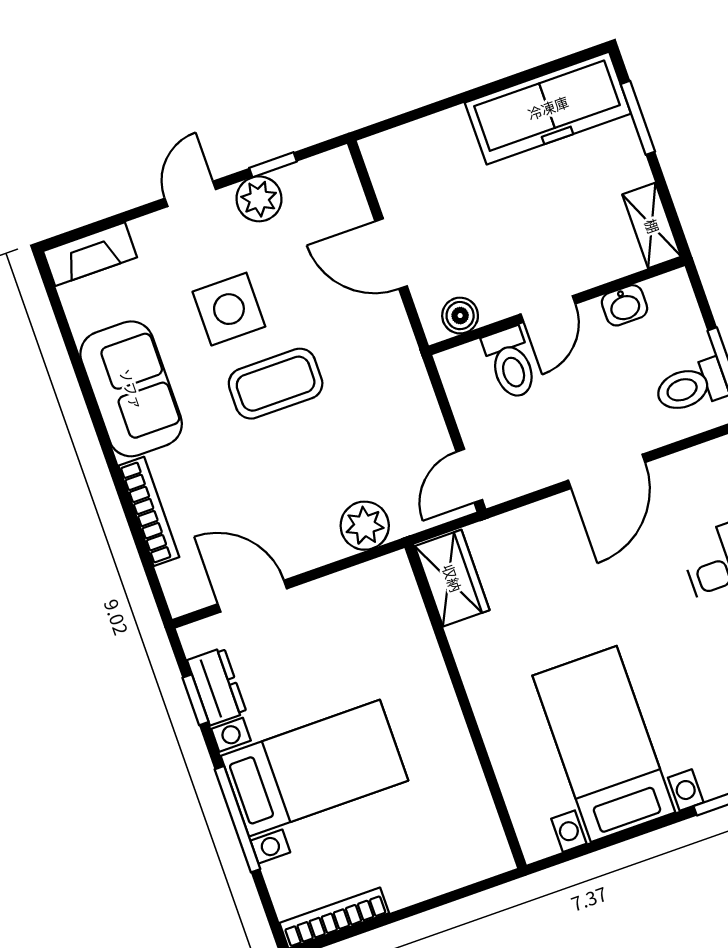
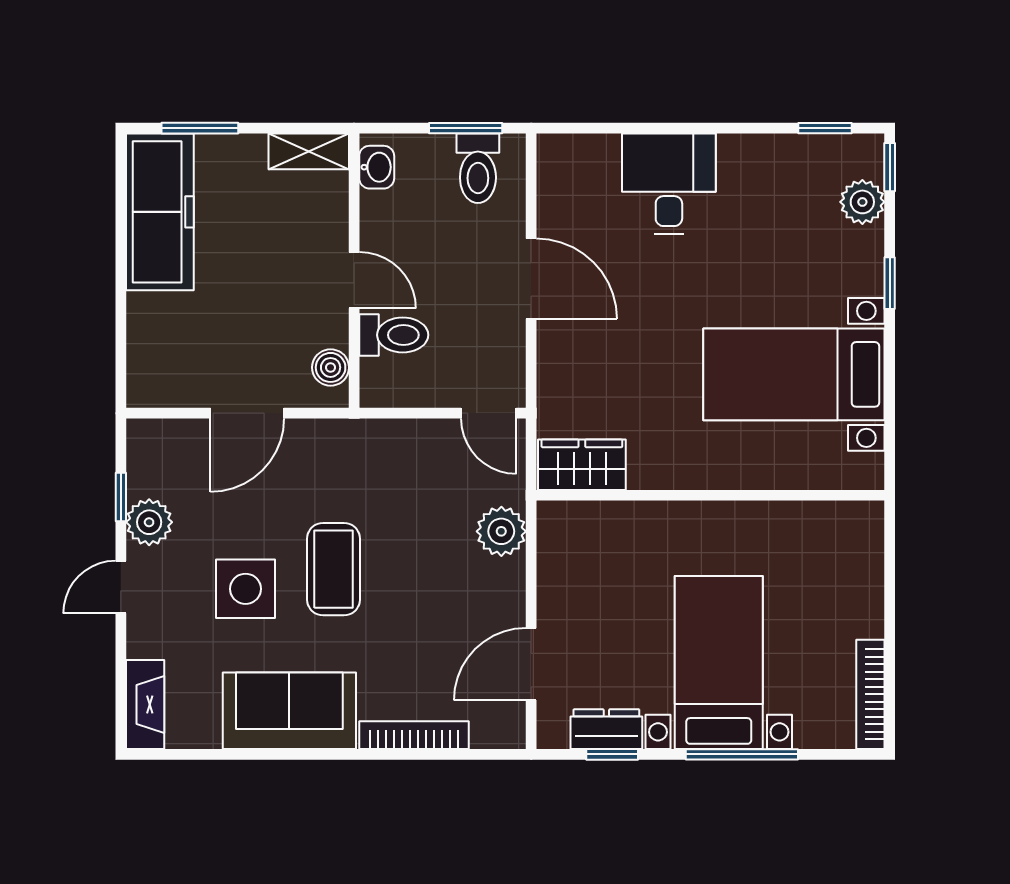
door: (190, 194) -> (121, 587), hinge flipped
washbasin: (625, 305) -> (377, 167), moved

